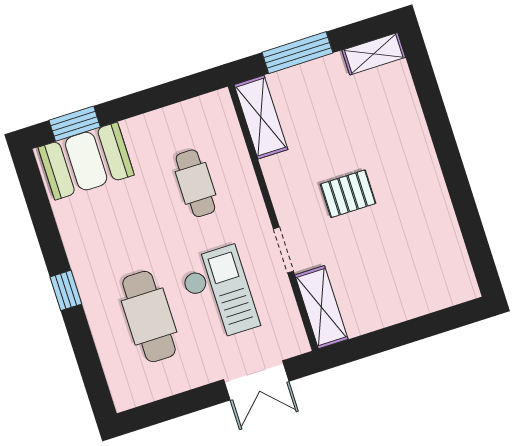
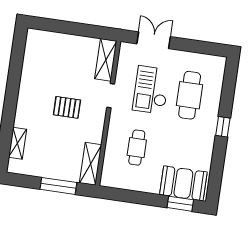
shelving: (374, 54) -> (18, 143), moved, turned 90

